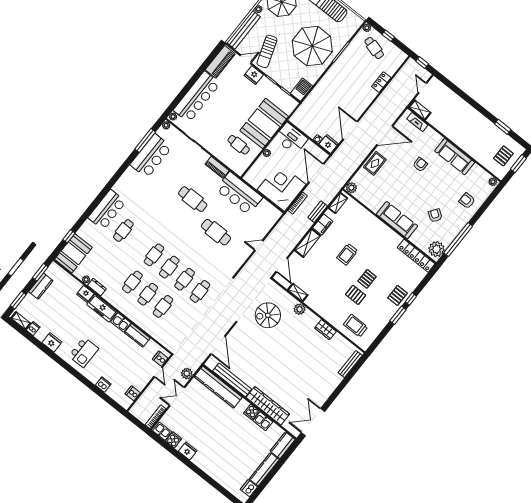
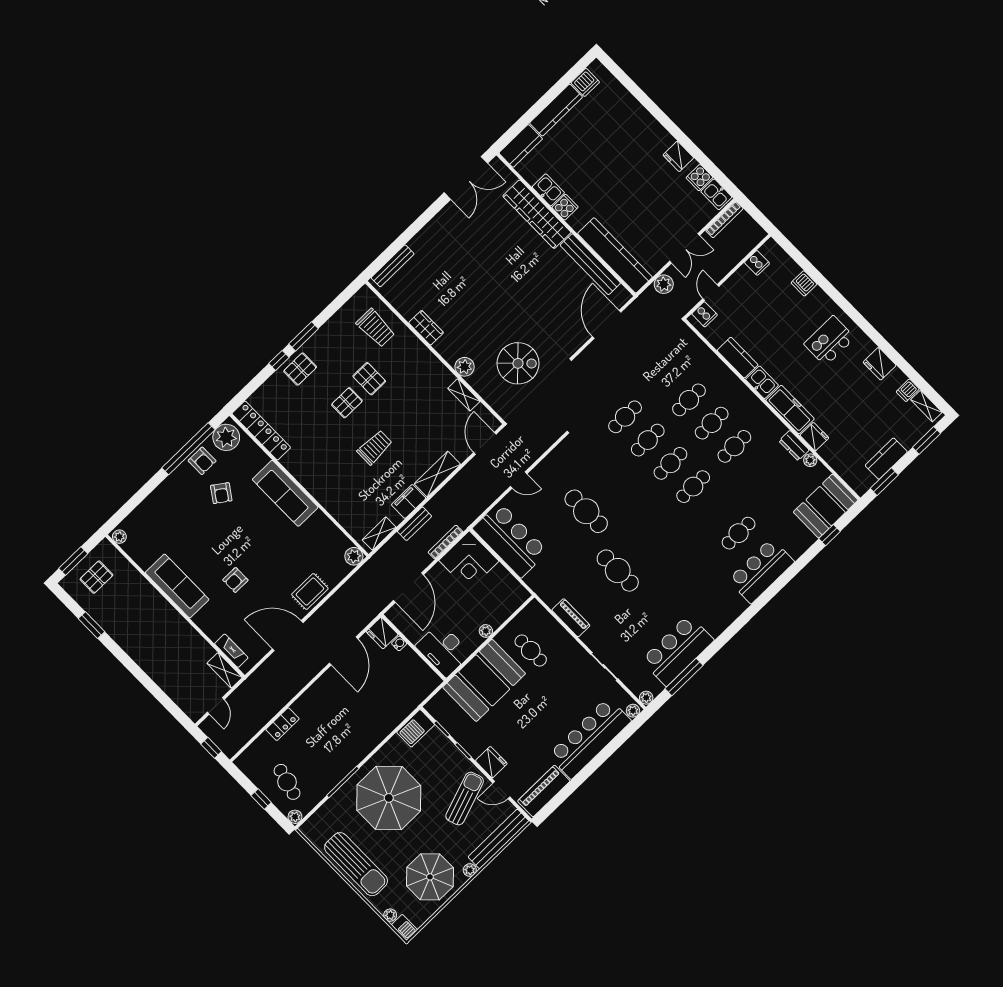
corner desk: (282, 187) -> (469, 561), width x0.74, depth x0.74
bar counter: (239, 193) -> (510, 540), moved
armchair: (467, 201) -> (202, 461), moved

